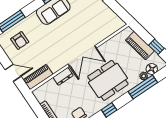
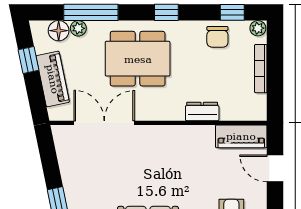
double door: (82, 56) -> (104, 123), moved

